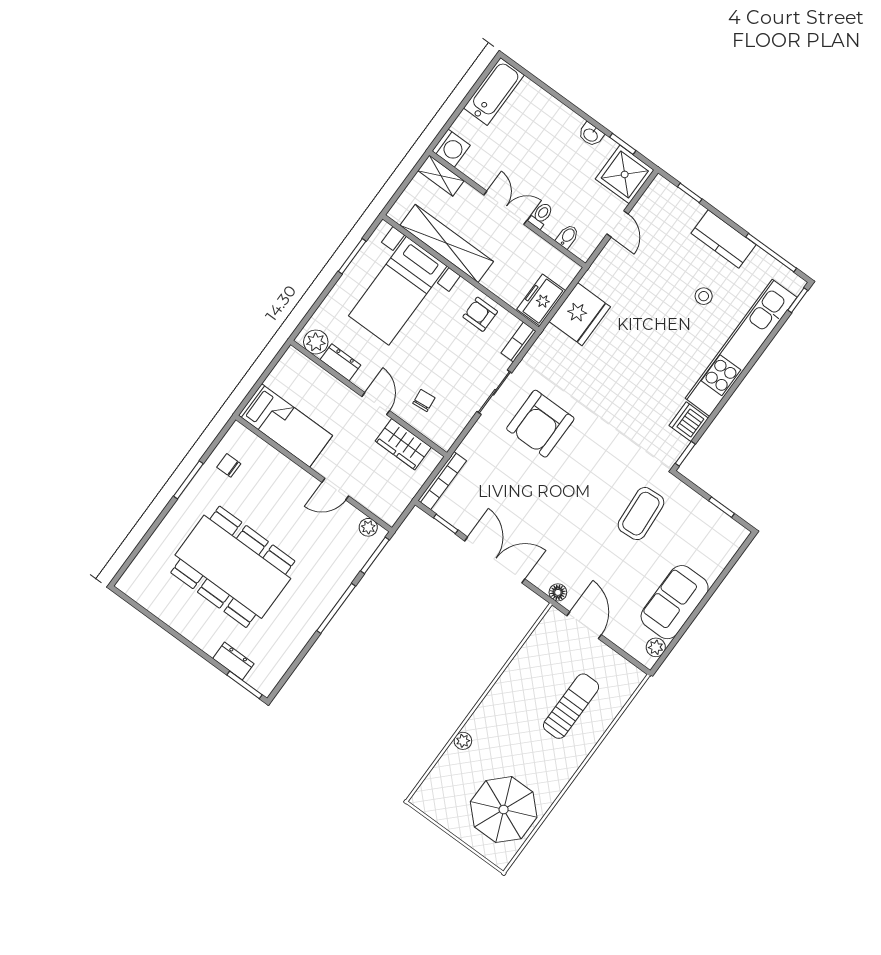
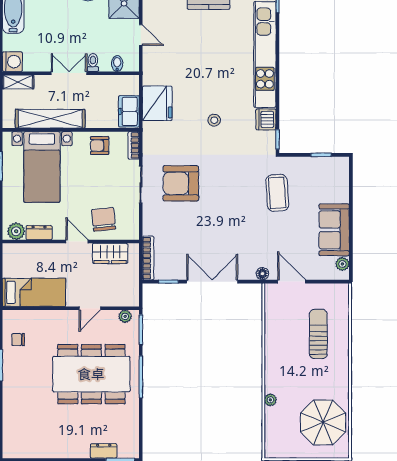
stool: (704, 296) -> (214, 120), moved
chair: (424, 401) -> (104, 219), width x1.87, depth x1.87
armchair: (540, 424) -> (181, 183), turned 90
dining table: (233, 567) -> (91, 374), moved

